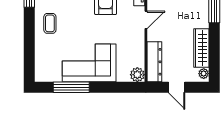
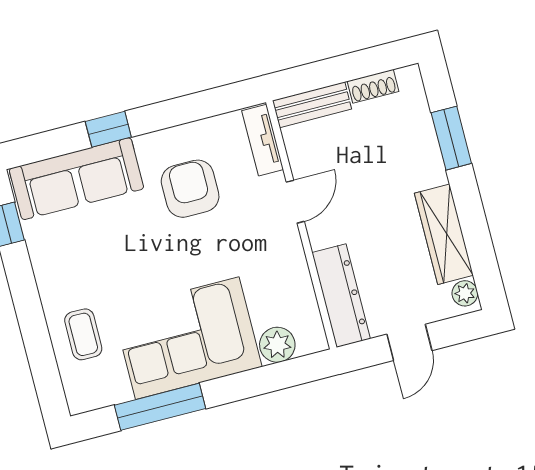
coffee table: (50, 23) -> (83, 334), moved
plant: (137, 75) -> (277, 345), moved
door: (177, 87) -> (409, 342), hinge flipped

